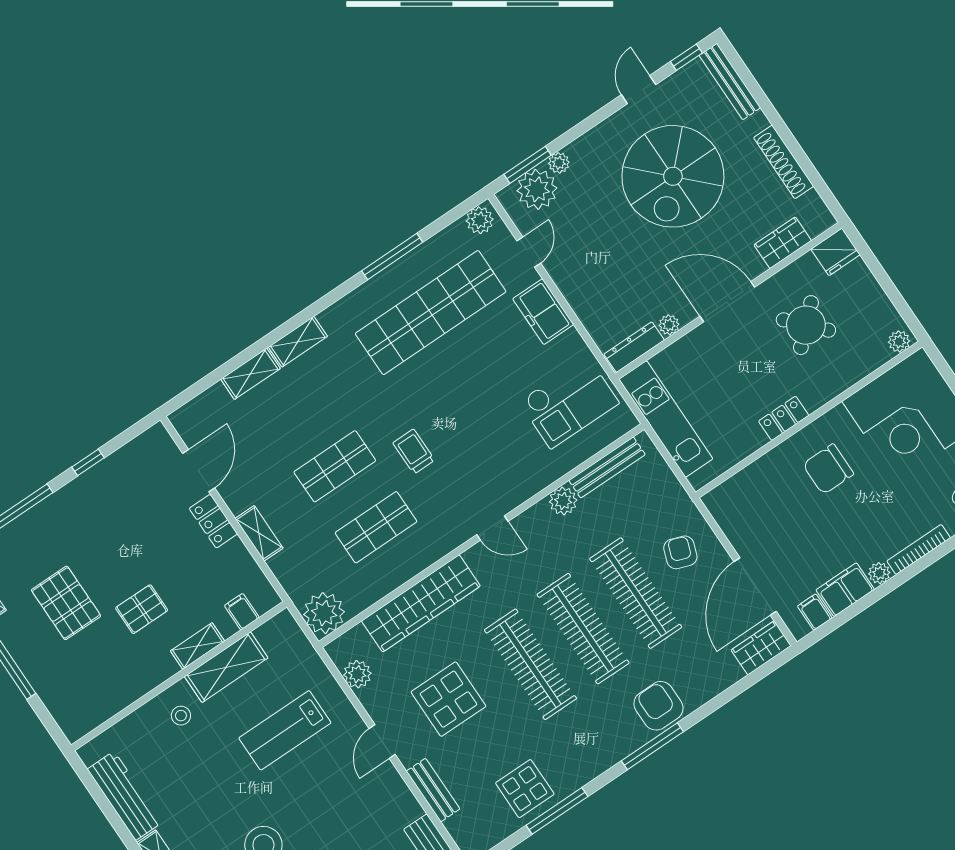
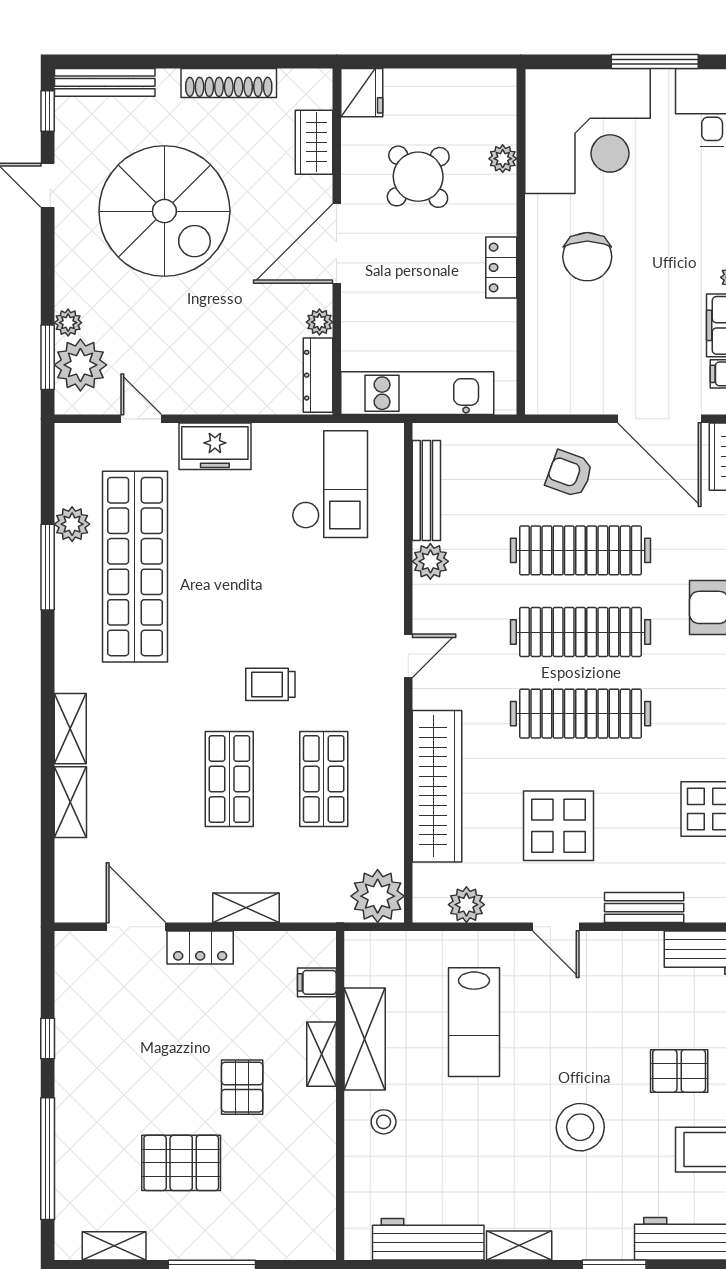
plant: (480, 220) -> (72, 524), moved
plant: (899, 342) -> (503, 159), moved

